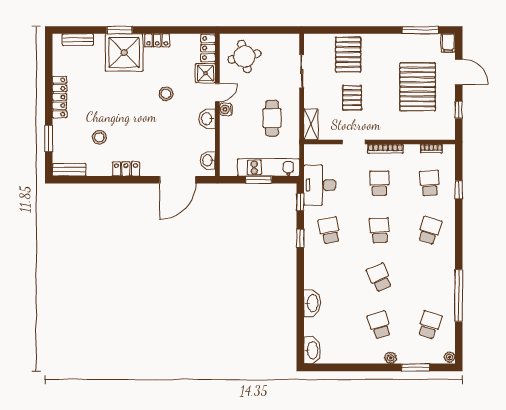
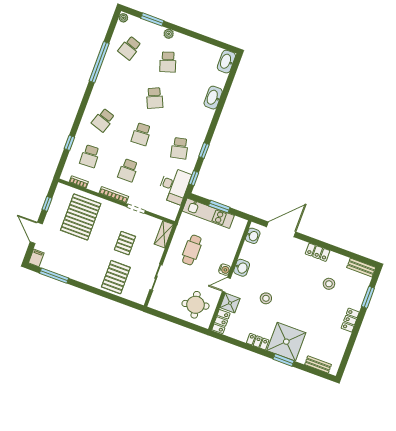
pallet: (418, 87) -> (81, 217), moved
locker: (59, 97) -> (350, 320), width x0.66

